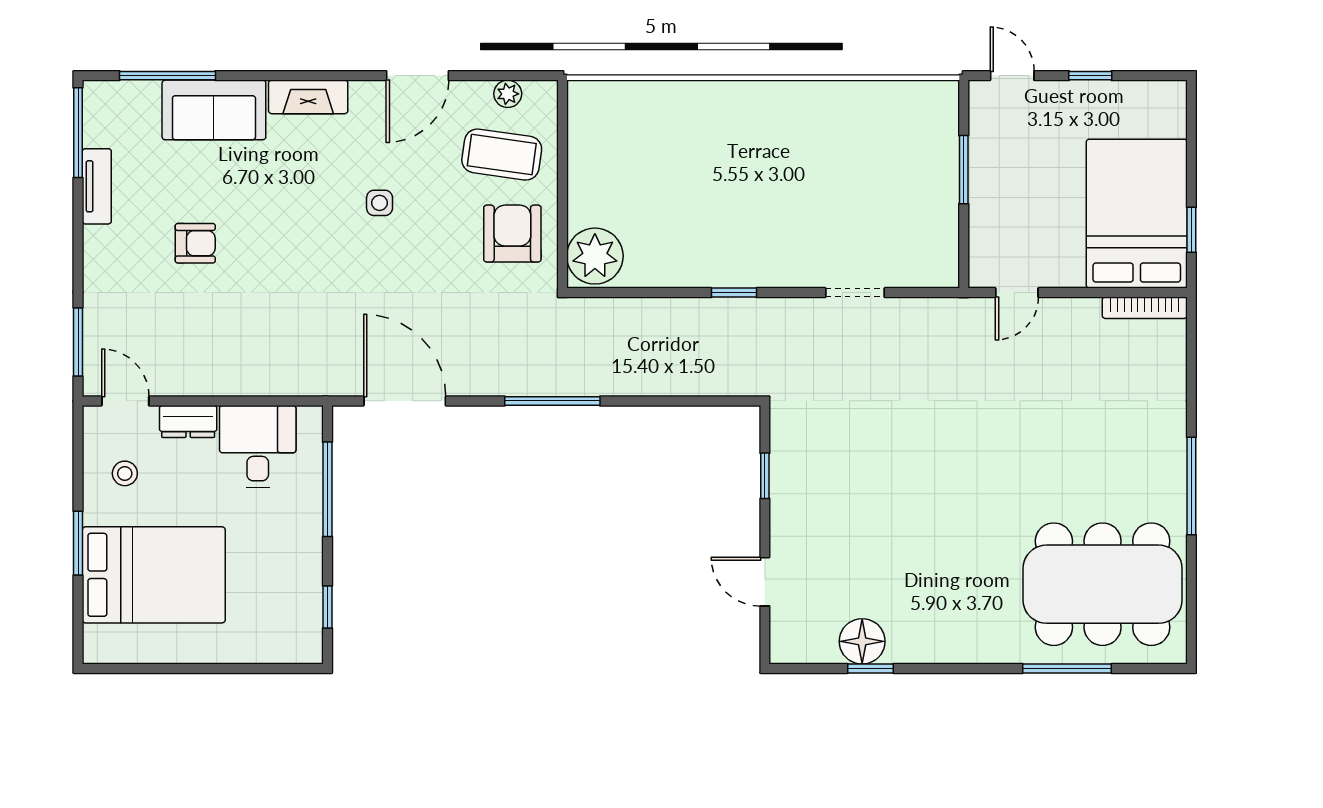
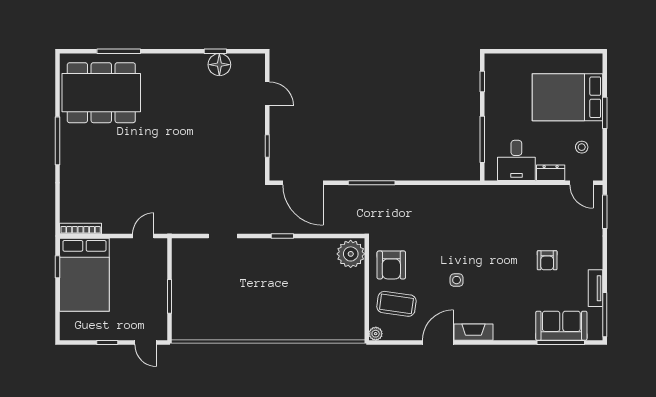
plant: (508, 94) -> (376, 334), moved
fireplace: (308, 97) -> (473, 332), moved
sofa: (214, 110) -> (561, 326), moved
armchair: (195, 243) -> (547, 260), turned -90
door: (405, 401) -> (303, 183), moved

